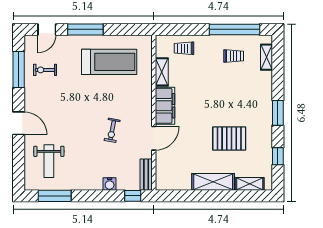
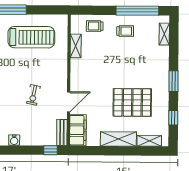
trolley: (234, 56) -> (125, 31), moved
filing cabinet: (165, 106) -> (78, 130), moved
pallet: (229, 138) -> (132, 102), width x1.37, depth x1.41
water cooler: (110, 184) -> (14, 140), moved

